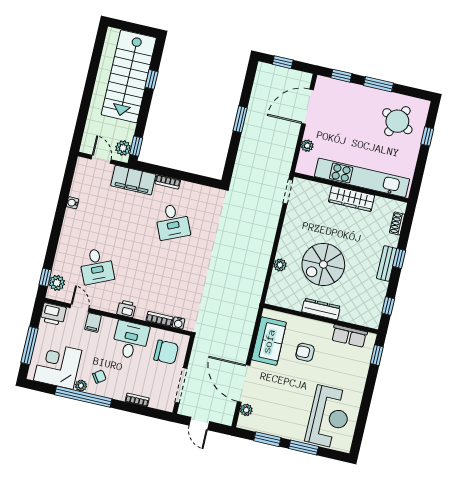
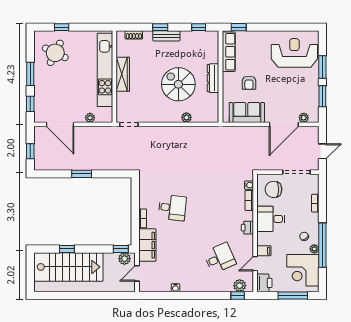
desk: (172, 222) -> (172, 208), turned 30
spiral stairs: (323, 264) -> (178, 84), turned 180
row of seats: (349, 336) -> (229, 52), width x1.48
chair: (166, 352) -> (274, 189), turned -90

